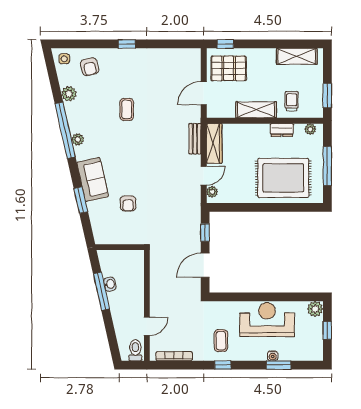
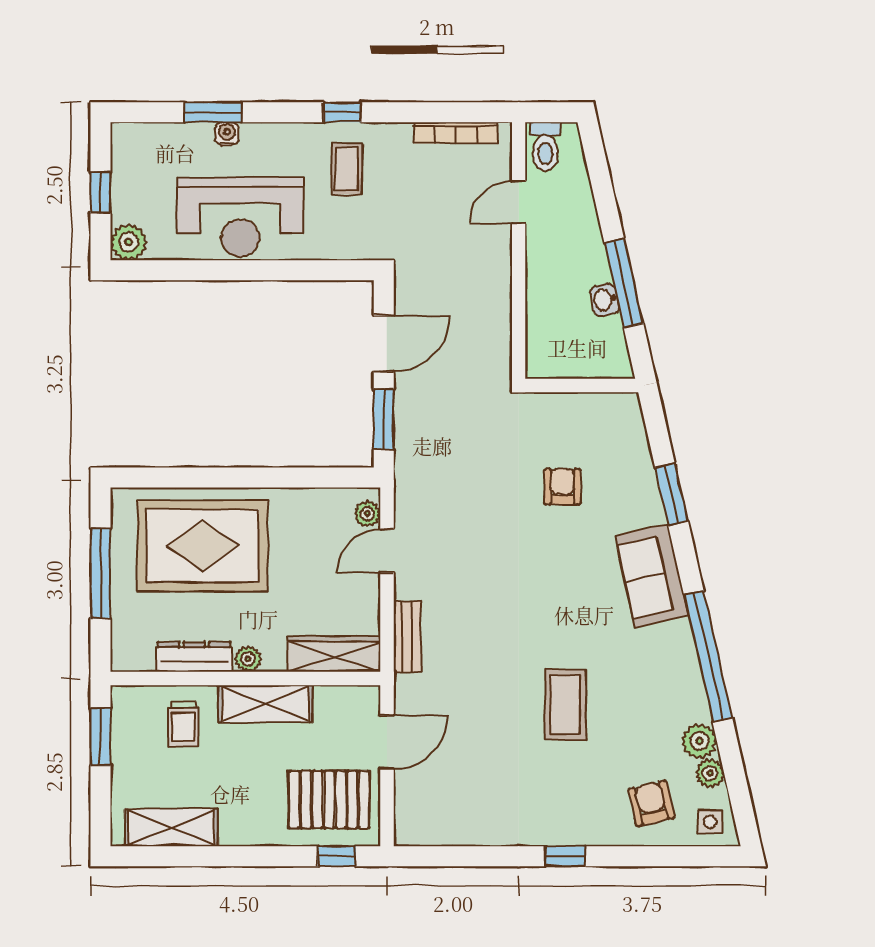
coffee table: (127, 109) -> (565, 705), width x1.36, depth x1.30
plant: (310, 129) -> (248, 659), moved
dresser: (282, 130) -> (194, 657), width x1.44
plant: (78, 139) -> (710, 773), moved
wardrobe: (214, 143) -> (334, 654), moved, turned 90
sofa: (93, 179) -> (652, 576), moved
window: (205, 233) -> (384, 419), width x1.50

